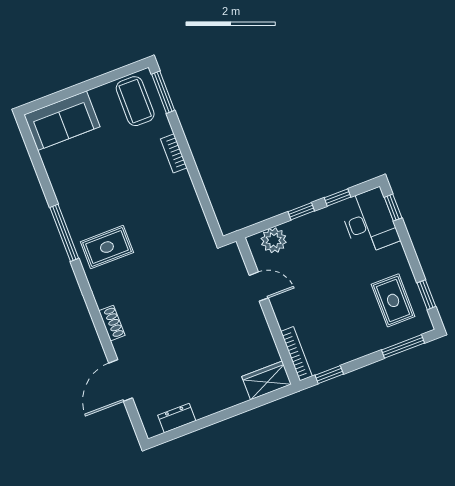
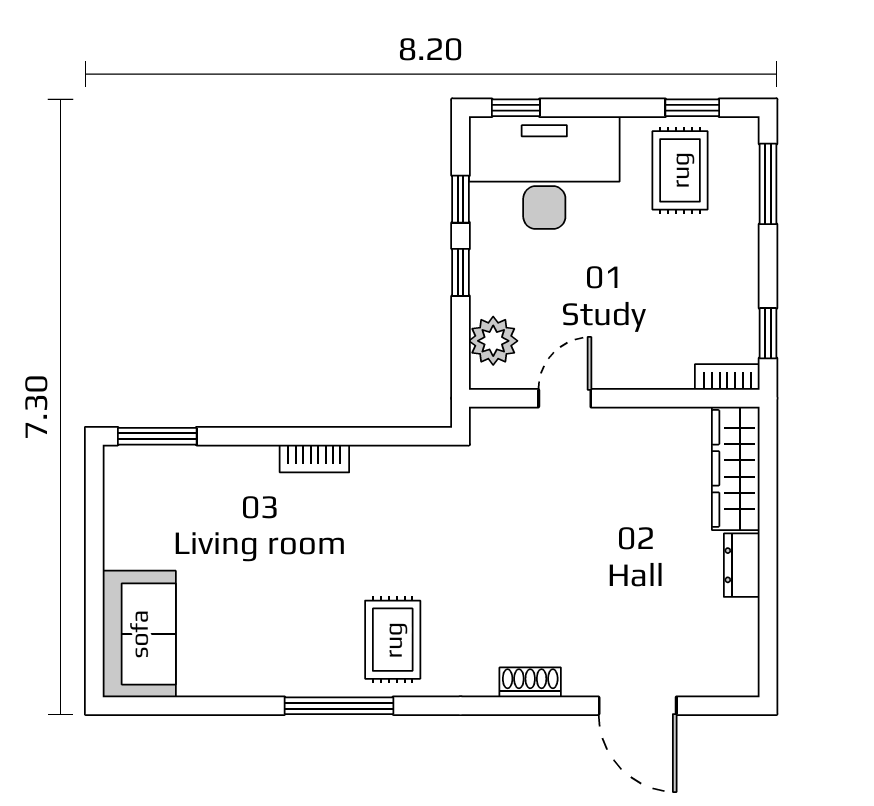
coffee table: (135, 101) -> (154, 492), removed
bookcase: (174, 153) -> (314, 459), moved
desk: (369, 221) -> (544, 173), width x1.36, depth x1.30
rug: (393, 300) -> (680, 170), turned 90
bookcase: (297, 354) -> (727, 377), width x0.64
wardrobe: (266, 380) -> (736, 468), width x1.50
dresser: (177, 418) -> (742, 565), moved

